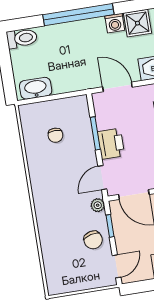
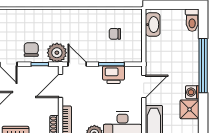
printer: (111, 144) -> (114, 75), moved
plant: (98, 205) -> (57, 53), width x1.87, depth x1.87
chair: (93, 240) -> (31, 50), turned 104

